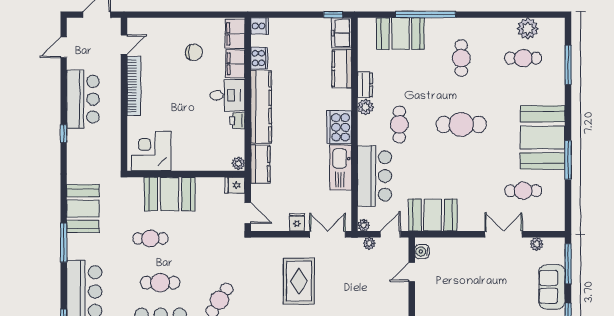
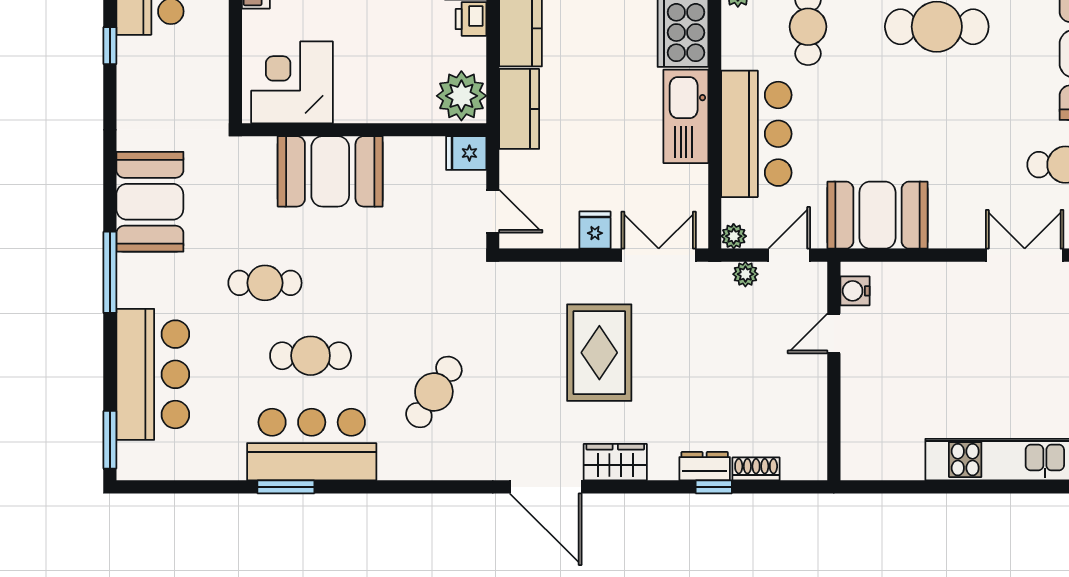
plant: (238, 163) -> (461, 96), width x1.87, depth x1.87
cafe table: (150, 238) -> (265, 283), moved

